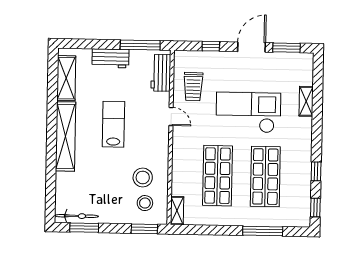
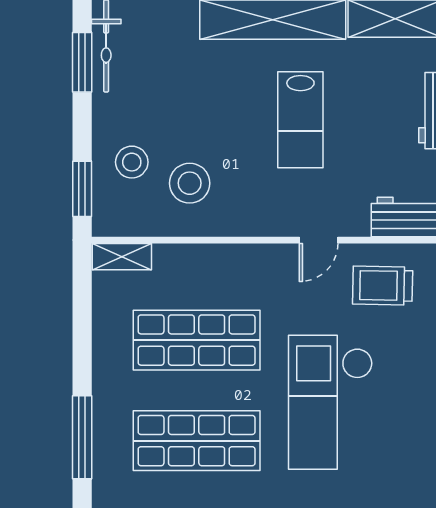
checkout: (248, 112) -> (330, 402), turned 180
lab bench: (113, 124) -> (300, 120), turned 90
stool: (145, 203) -> (132, 162), moved

